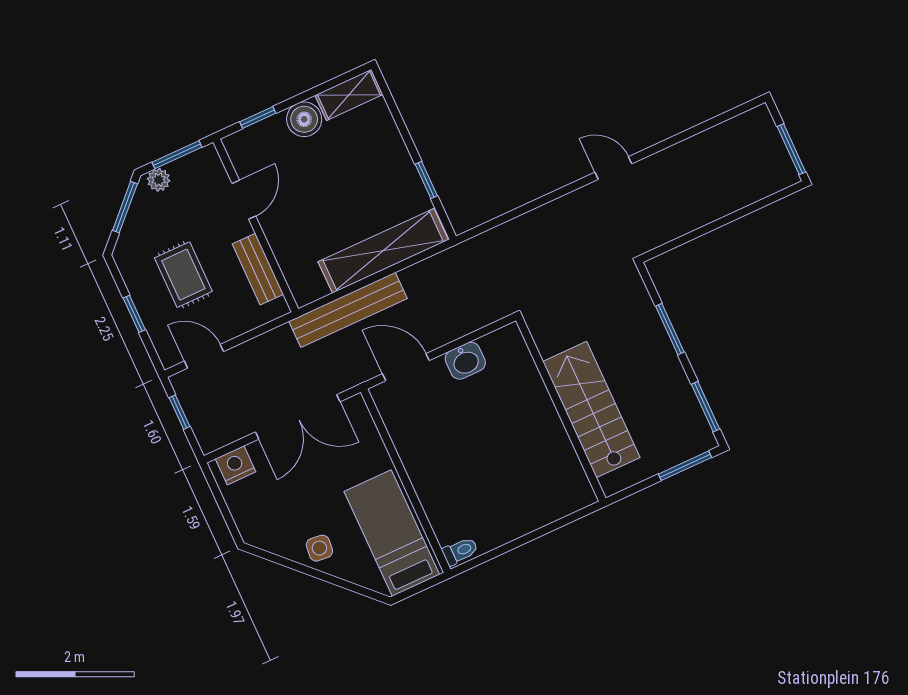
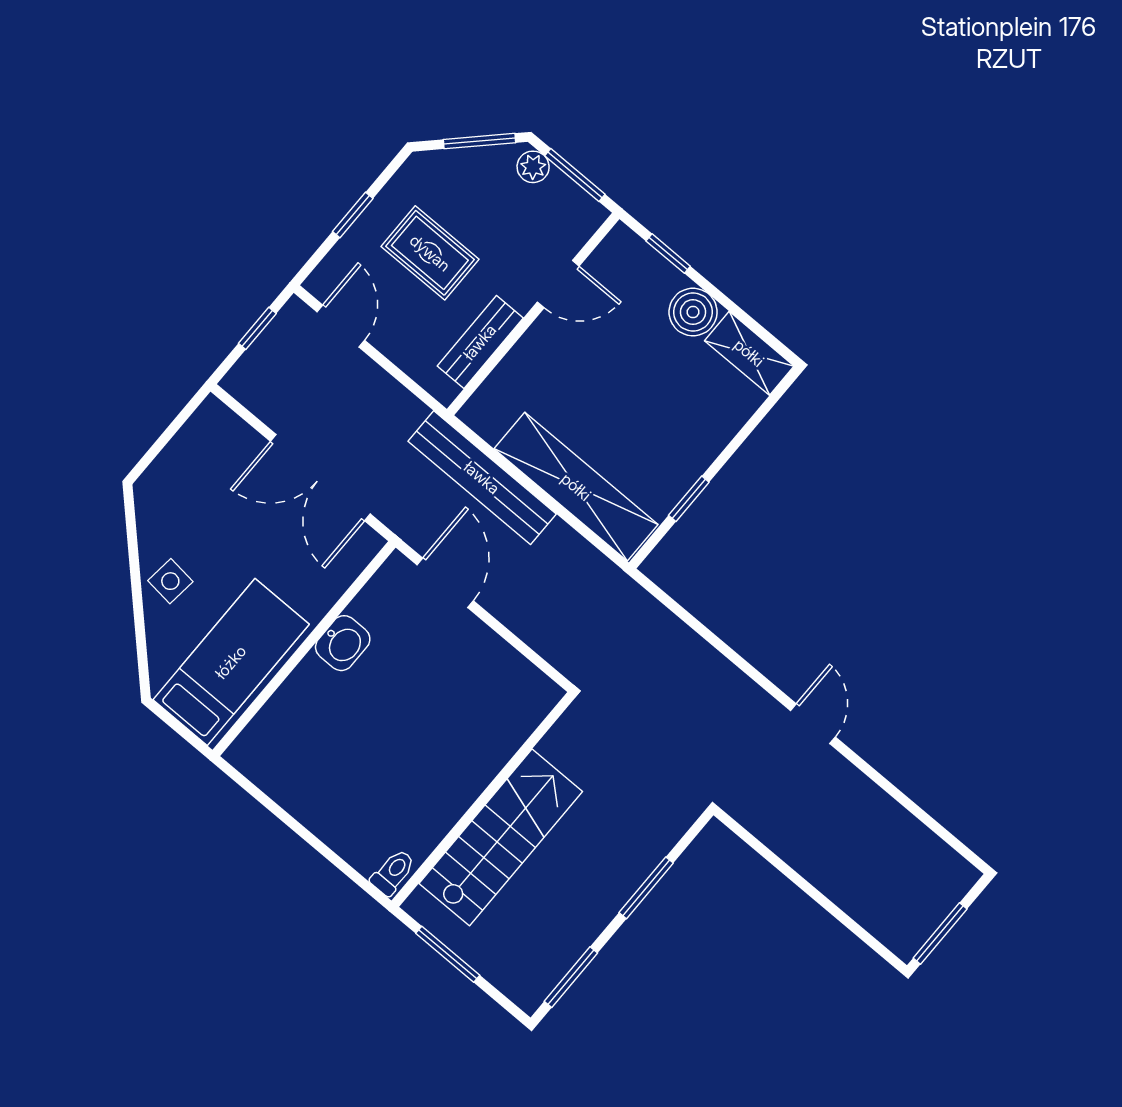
rug: (183, 275) -> (430, 253), turned 90
washbasin: (465, 361) -> (343, 643), moved, turned -90
nightstand: (236, 465) -> (224, 429), removed
window: (685, 466) -> (448, 954), moved
toilet: (460, 551) -> (393, 872), moved, turned -90

